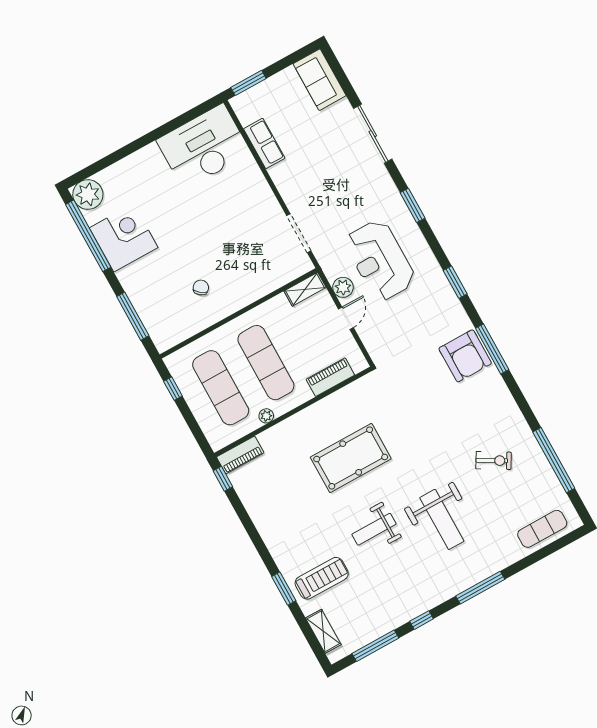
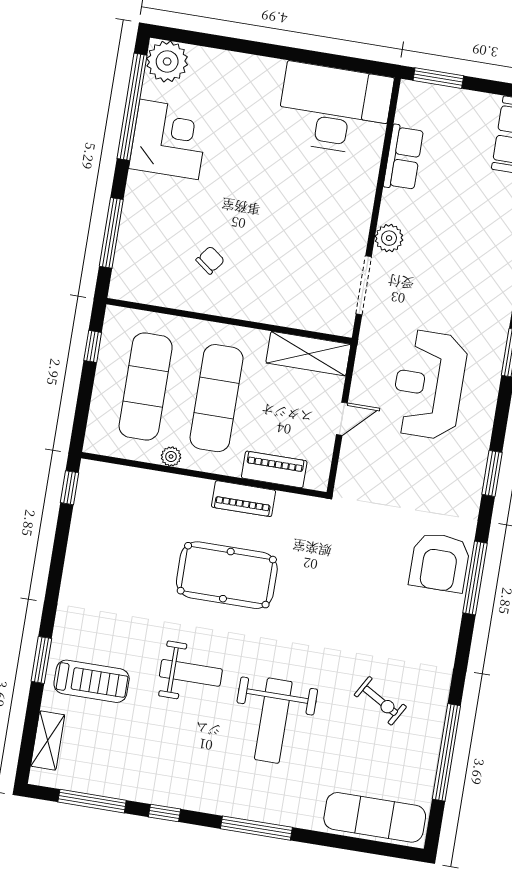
plant: (343, 287) -> (389, 238), moved
shelving: (305, 289) -> (308, 354), width x1.50, depth x1.33
piano: (240, 455) -> (243, 499), moved
weight bench: (374, 529) -> (191, 673), turned 180
exercise mat: (542, 529) -> (375, 817), width x1.36, depth x1.45

